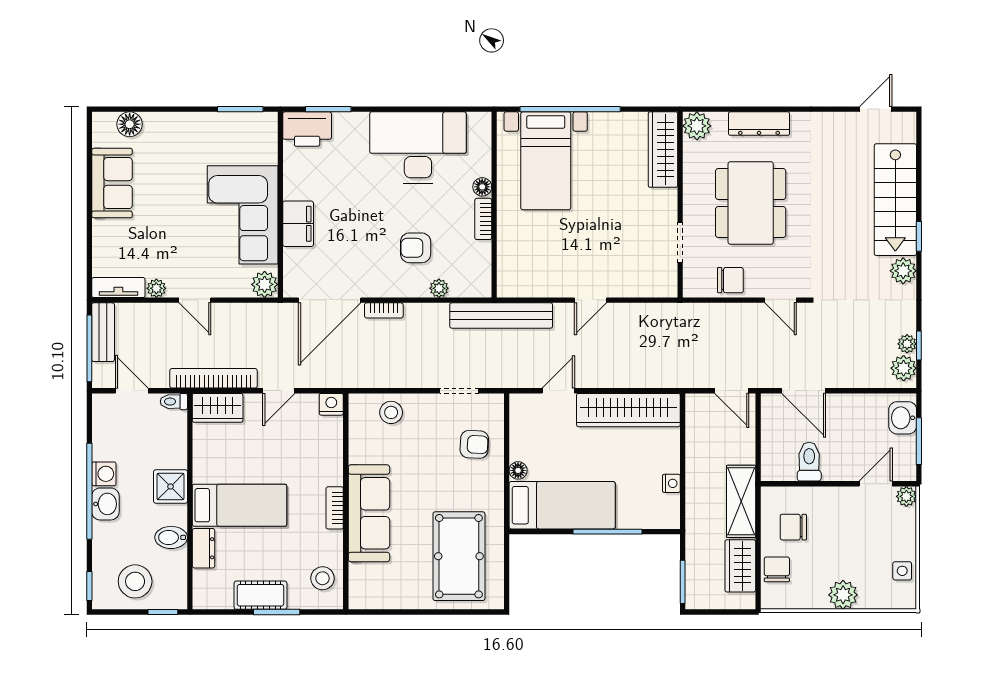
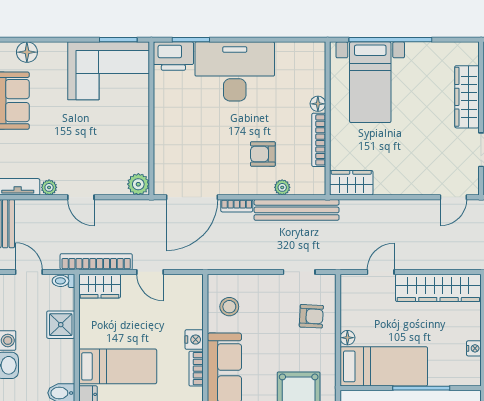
desk: (418, 148) -> (235, 71), moved
wardrobe: (663, 150) -> (467, 97), moved
corner sofa: (243, 215) -> (109, 71), moved, turned -90
bookcase: (483, 219) -> (319, 140), width x1.56
filing cabinet: (298, 224) -> (166, 134), removed
wardrobe: (523, 283) -> (351, 183), added
door: (590, 300) -> (453, 197), moved
bench: (501, 316) -> (297, 210), moved
door: (279, 391) -> (150, 272), hinge flipped
nightstand: (331, 404) -> (194, 340), moved, turned 90
stool: (391, 412) -> (229, 307), moved
shower: (171, 487) -> (61, 325), moved

